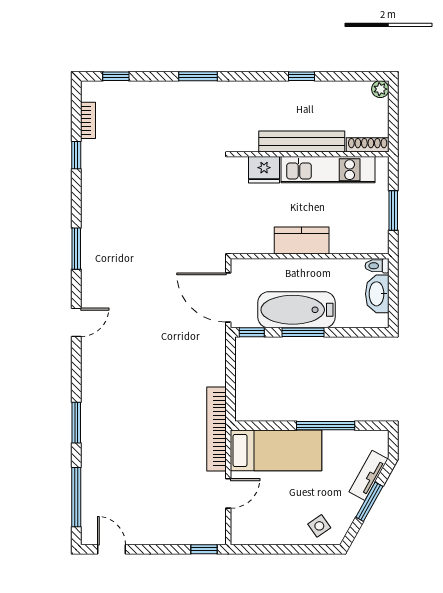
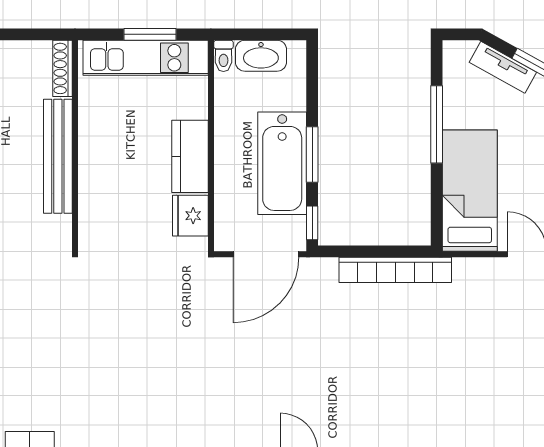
fridge: (264, 170) -> (190, 216), moved, turned 180
kitchen unit: (328, 170) -> (146, 58), moved, turned 90
bookcase: (217, 429) -> (395, 270), moved

